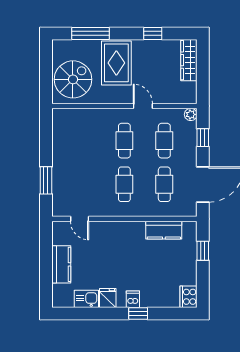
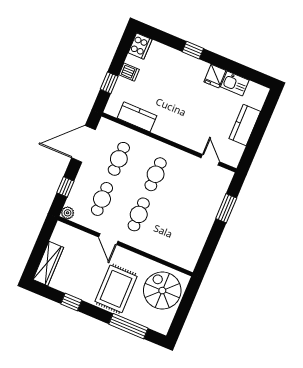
spiral stairs: (73, 79) -> (162, 291), turned 90
dishwasher: (133, 299) -> (129, 72), moved, turned -90

